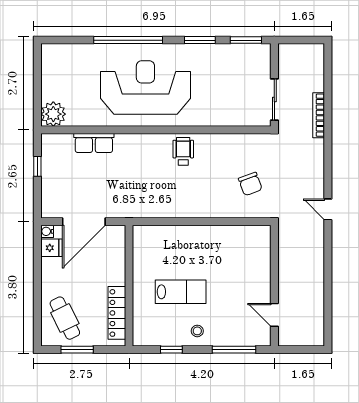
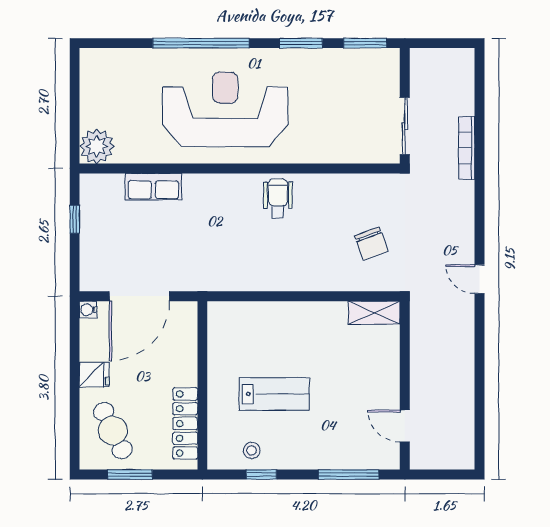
shelving: (252, 233) -> (374, 313), added
fridge: (51, 248) -> (94, 375), moved
stool: (197, 331) -> (252, 450), moved

